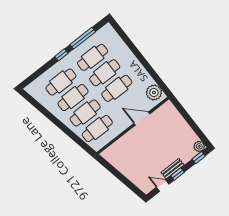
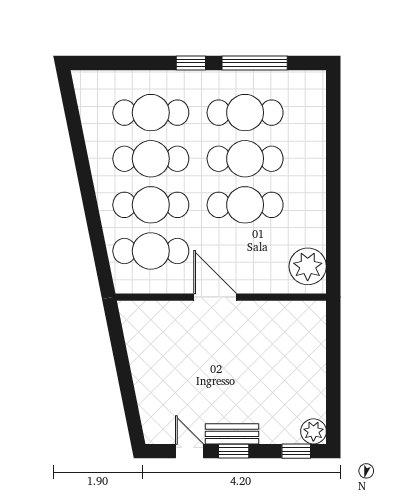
door: (142, 119) -> (215, 297), moved

